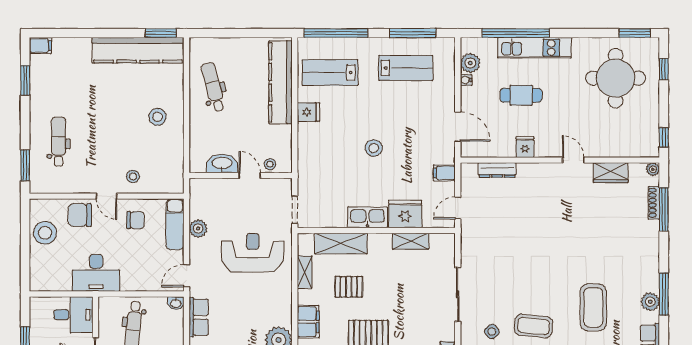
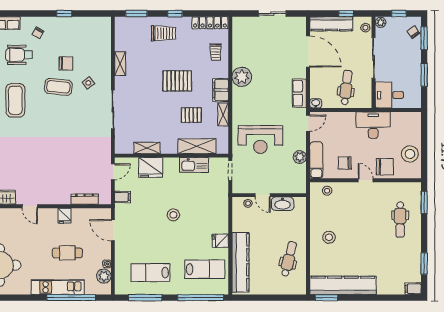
dental chair: (213, 87) -> (289, 259), turned -151
stool: (133, 176) -> (327, 191), moved
kitchen sink: (367, 217) -> (194, 165), moved
shelving: (305, 272) -> (223, 114), moved

